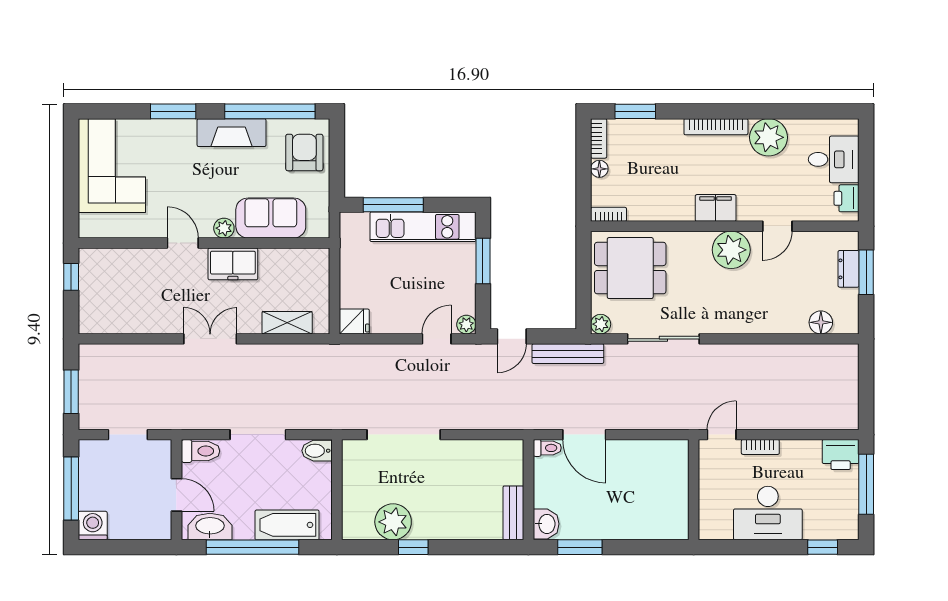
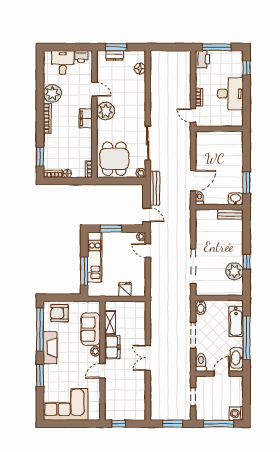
fridge: (354, 321) -> (125, 290), moved
shelving: (287, 323) -> (110, 323), moved

